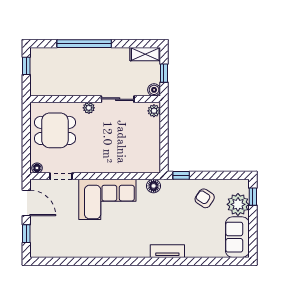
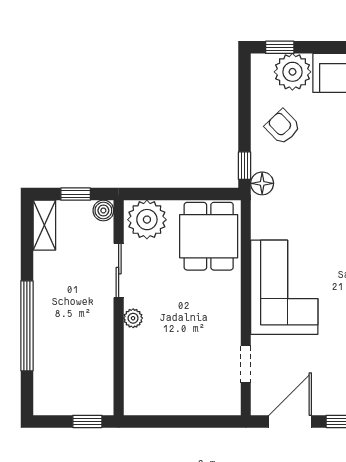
window: (26, 66) -> (87, 421), moved
plant: (154, 111) -> (147, 220), width x1.87, depth x1.87
dining table: (55, 130) -> (209, 236), moved
floor lamp: (37, 168) -> (232, 404), removed
floor lamp: (154, 186) -> (262, 183), moved
armchair: (205, 198) -> (283, 127), turned 102

